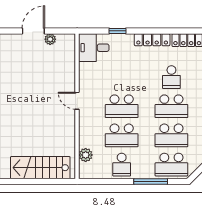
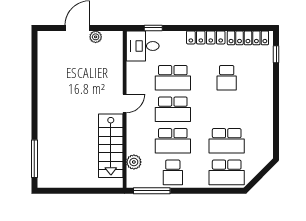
window: (118, 31) -> (153, 28), moved
door: (77, 101) -> (125, 103), swing flipped
school desk: (171, 106) -> (173, 78), moved
stairs: (40, 168) -> (111, 146), moved, turned -90
window: (151, 182) -> (152, 191), moved

